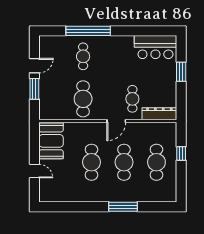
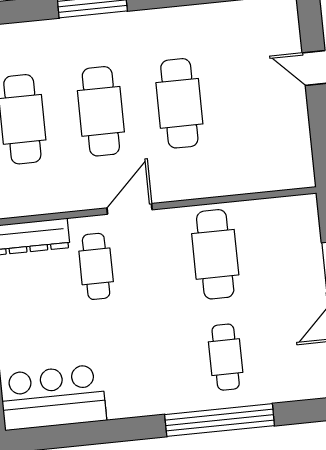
booth: (51, 141) -> (282, 145), removed

